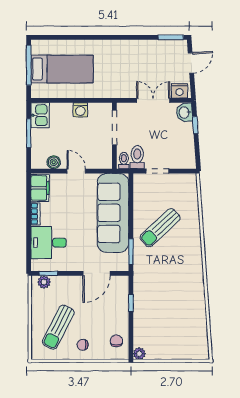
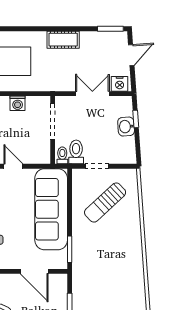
cot: (125, 48) -> (63, 40), added
washbasin: (184, 113) -> (126, 127), moved
sun lounger: (160, 228) -> (105, 203), moved
door: (97, 273) -> (34, 271), hinge flipped

